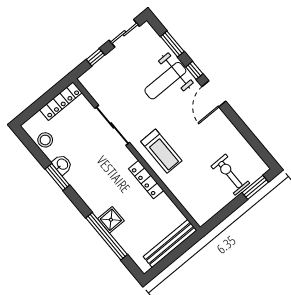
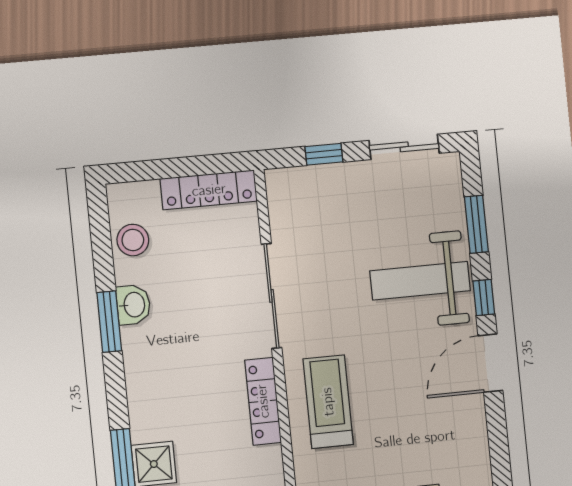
treadmill: (161, 151) -> (328, 402), turned 180
locker: (146, 180) -> (263, 401), moved

